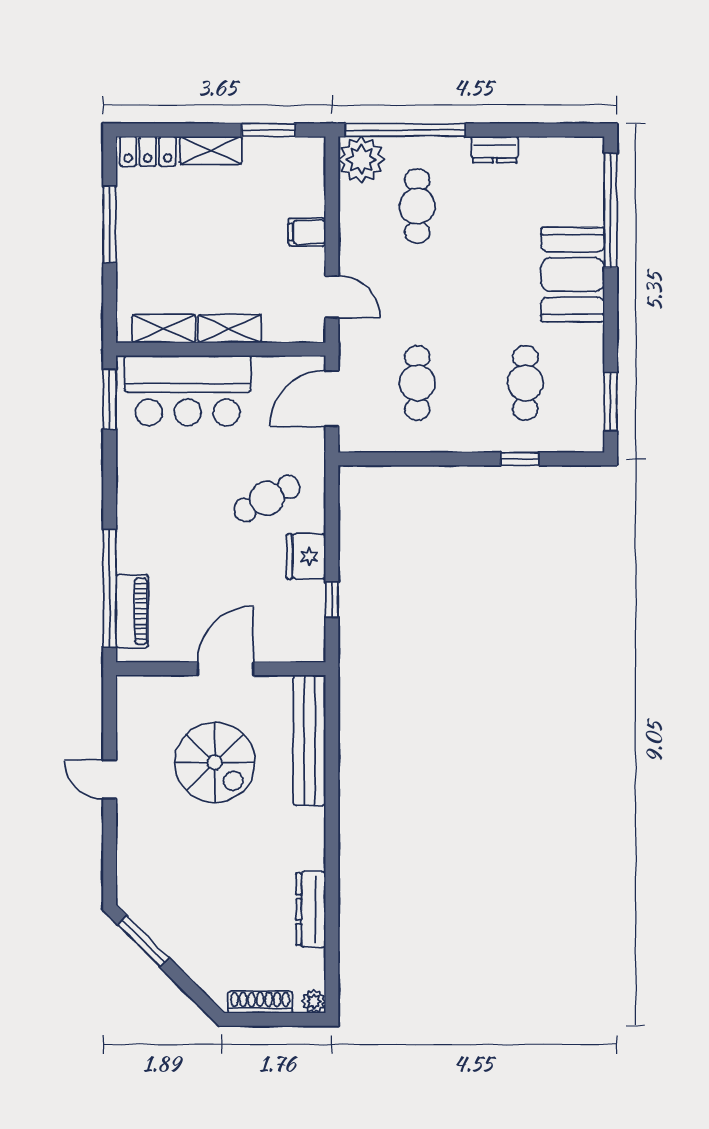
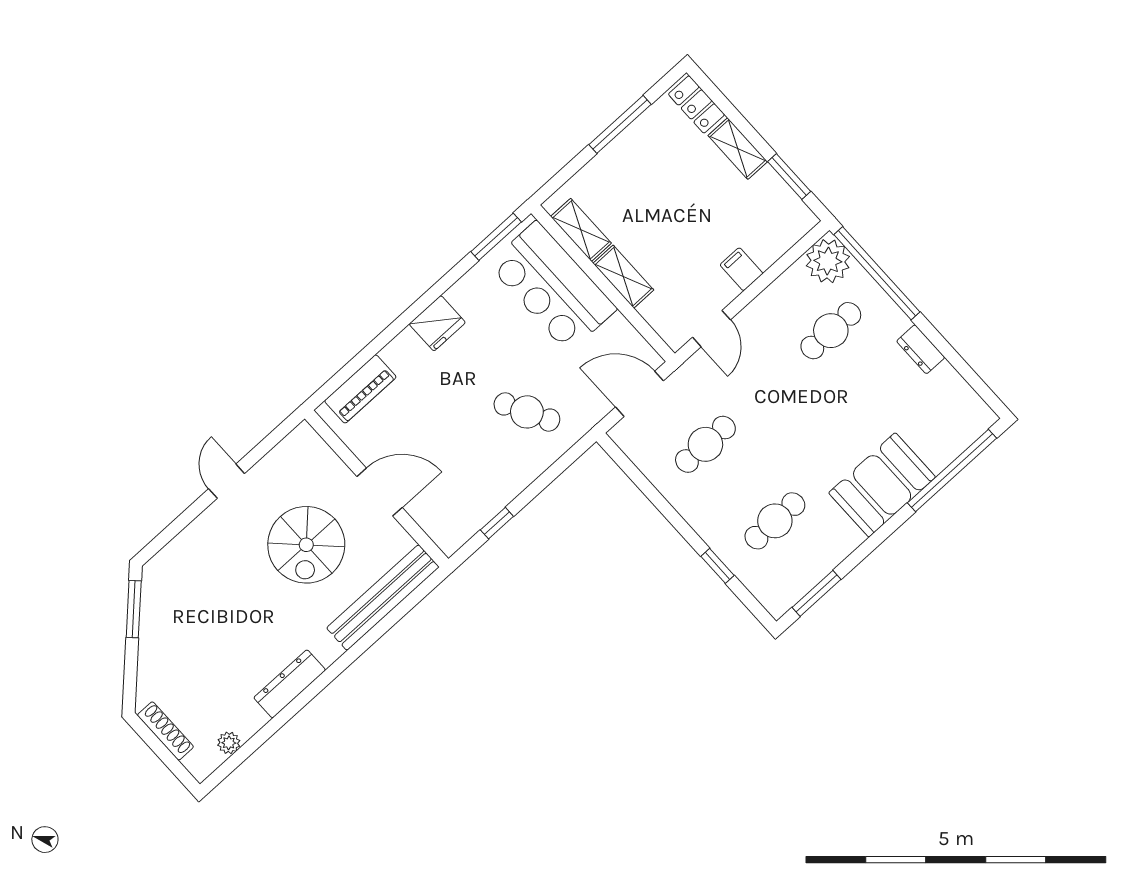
fridge: (306, 556) -> (437, 323), moved, turned 180
window: (110, 588) -> (362, 358), removed
dresser: (311, 909) -> (290, 684), moved
plant: (314, 1001) -> (229, 743), moved

